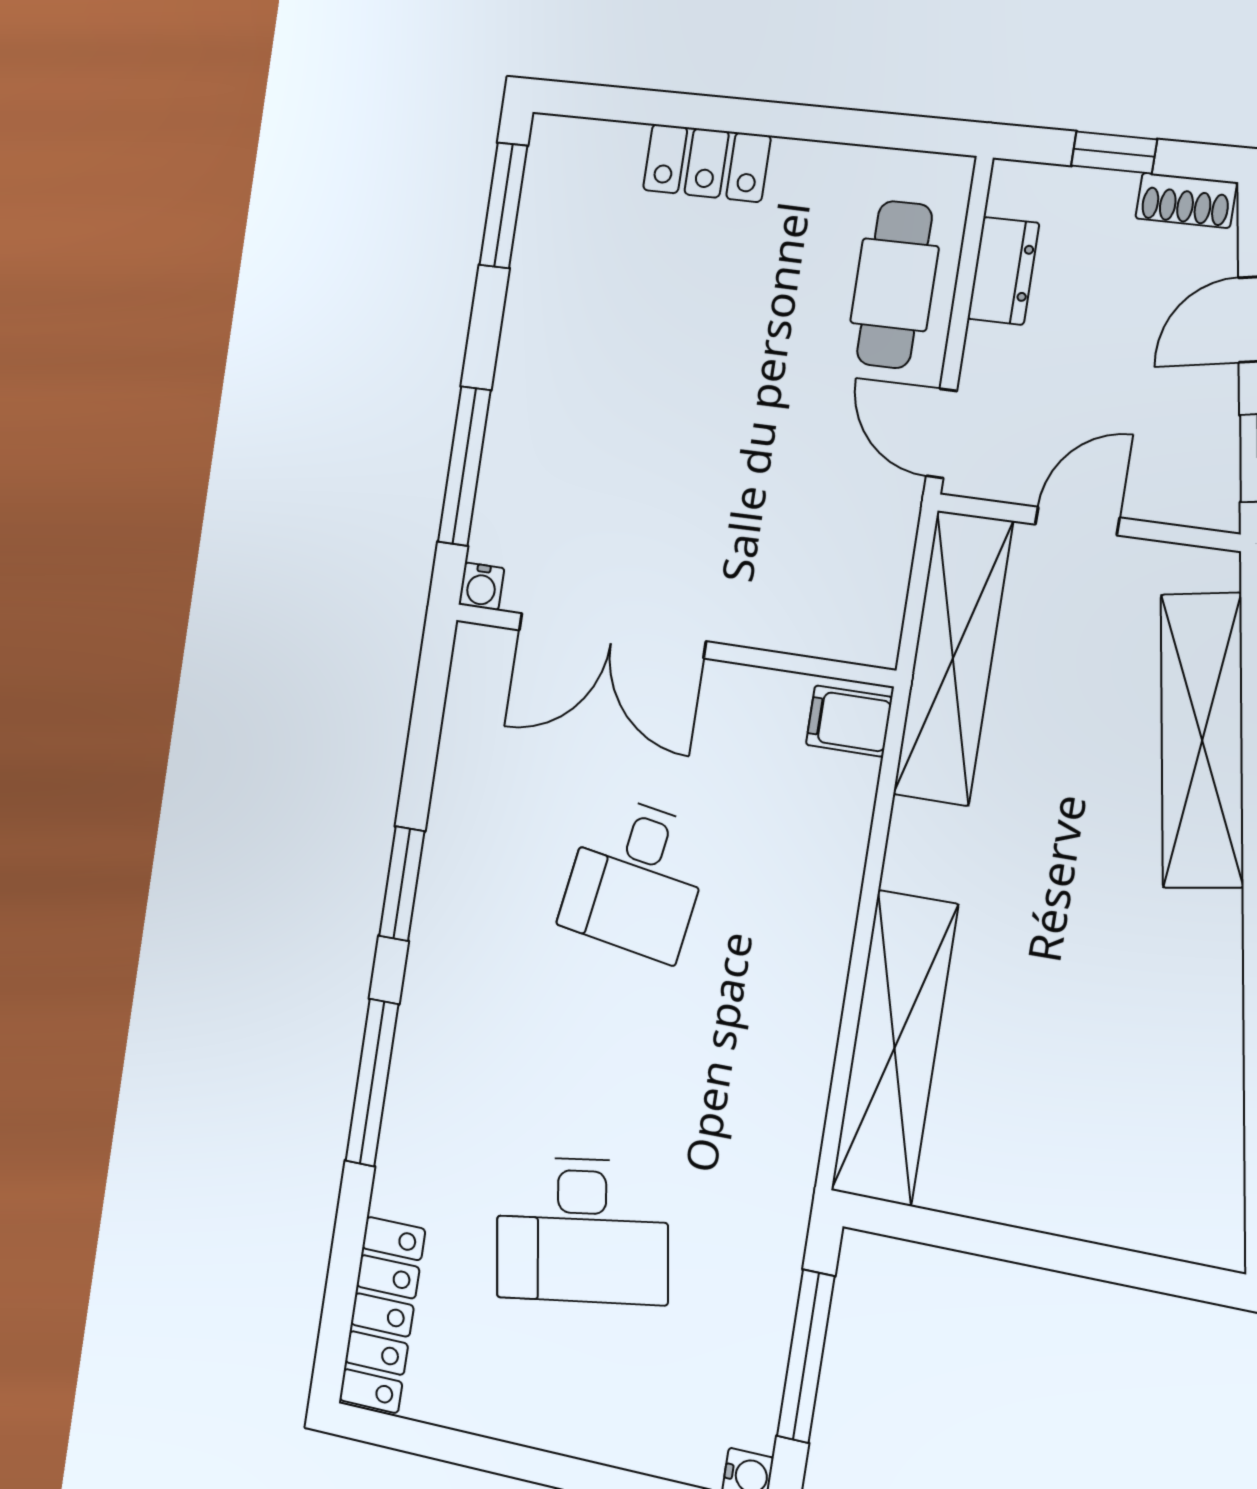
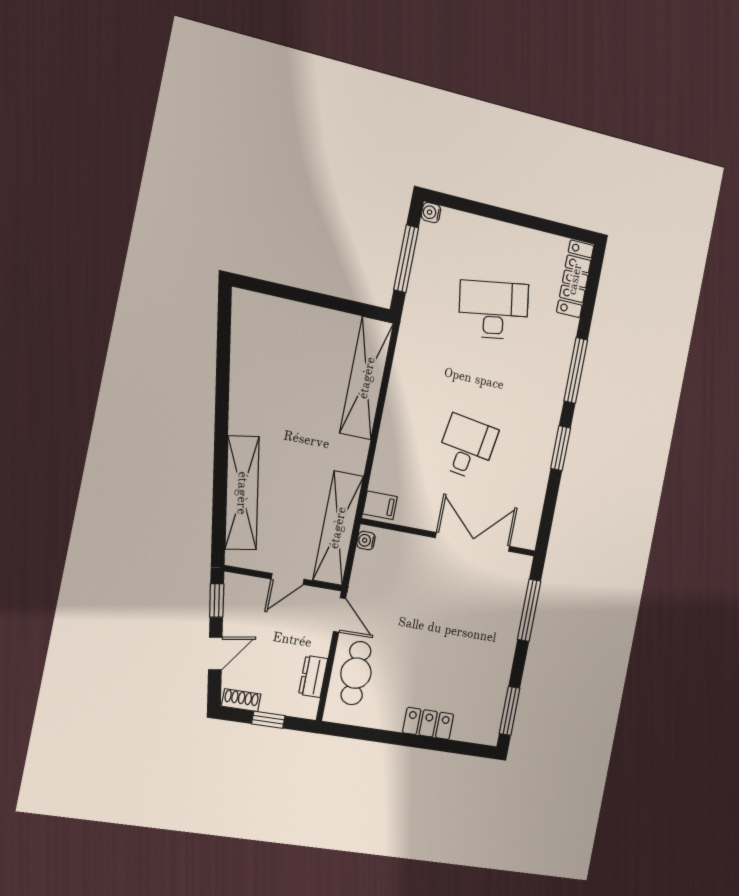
water cooler: (481, 586) -> (366, 541), moved, turned -90

